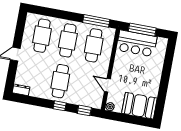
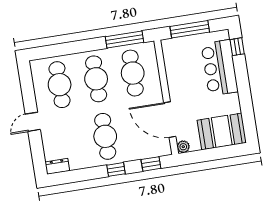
bar counter: (137, 43) -> (220, 68), moved, turned 90
window: (170, 53) -> (237, 47), added
door: (107, 85) -> (170, 120), width x1.88

